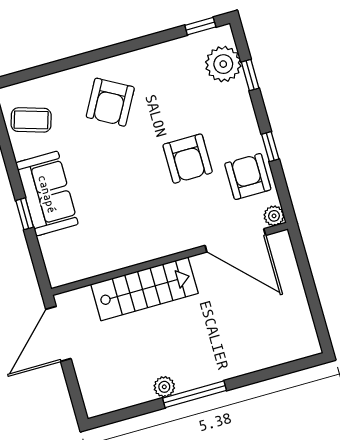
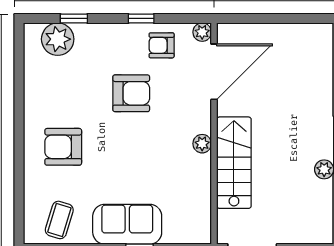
window: (200, 26) -> (19, 50), removed
armchair: (110, 102) -> (63, 147), turned 151
armchair: (248, 177) -> (162, 45), width x0.72, depth x0.72
plant: (155, 249) -> (202, 144), added

